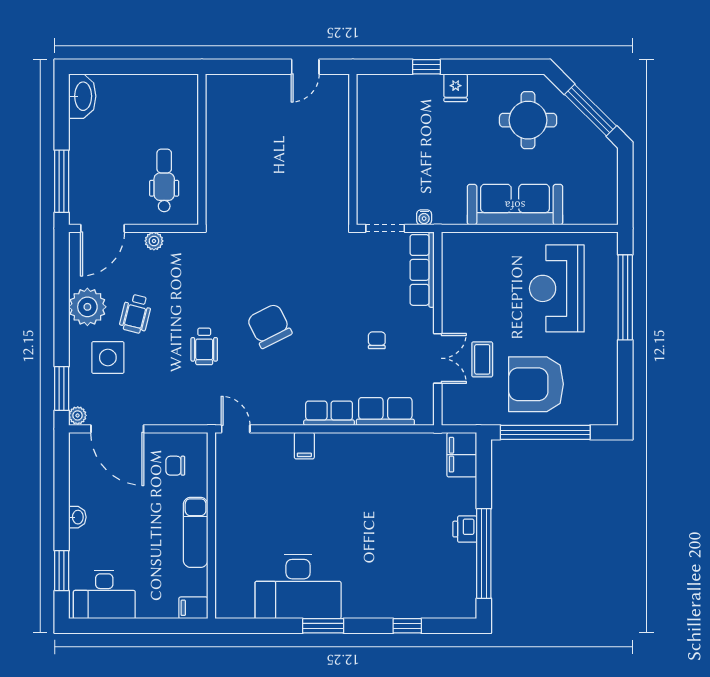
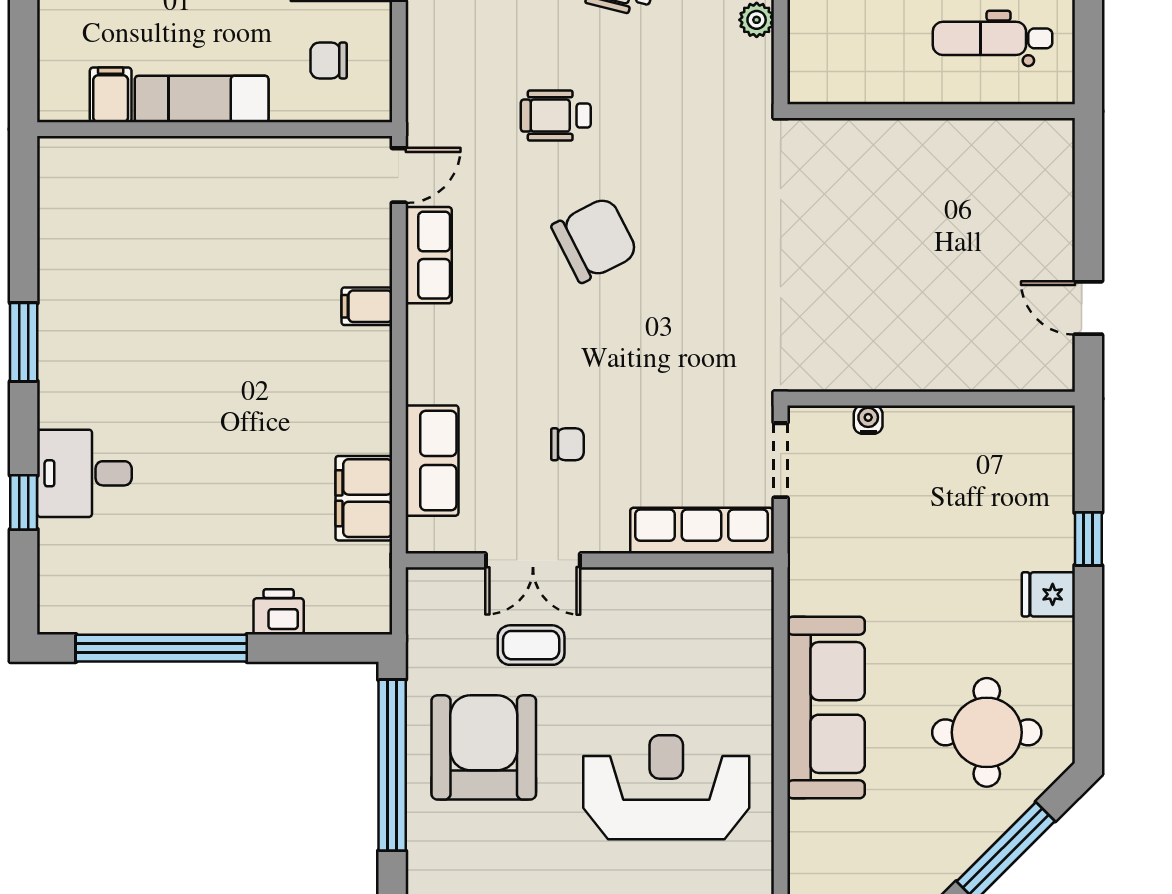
dental chair: (164, 180) -> (993, 38), moved, turned 180
water cooler: (424, 217) -> (868, 420), moved, turned 90
row of seats: (329, 413) -> (429, 255), moved
filing cabinet: (462, 455) -> (364, 498), moved, turned -90
chair: (175, 466) -> (329, 60), turned -90
printer: (465, 529) -> (279, 612), moved
desk: (298, 586) -> (84, 473), moved, width x0.53, depth x0.77
filing cabinet: (193, 608) -> (111, 95), moved

